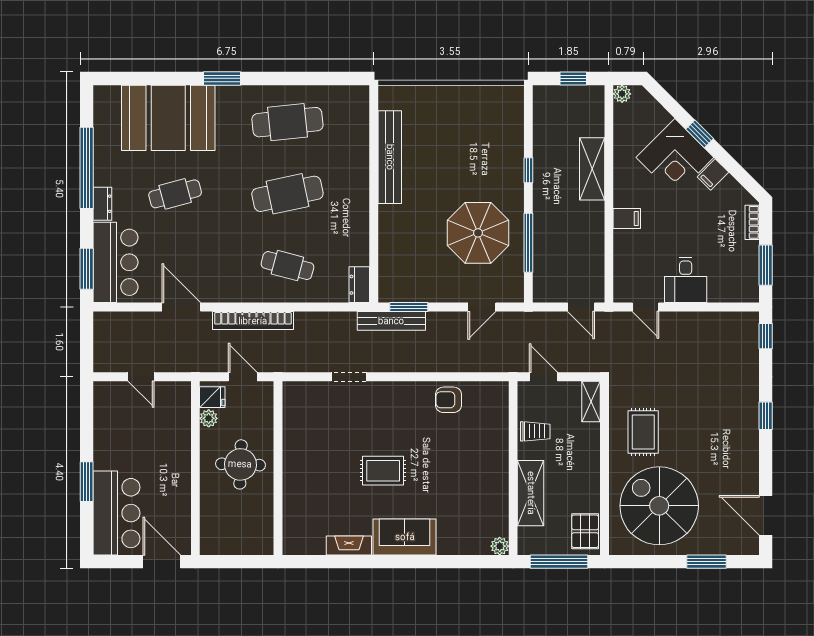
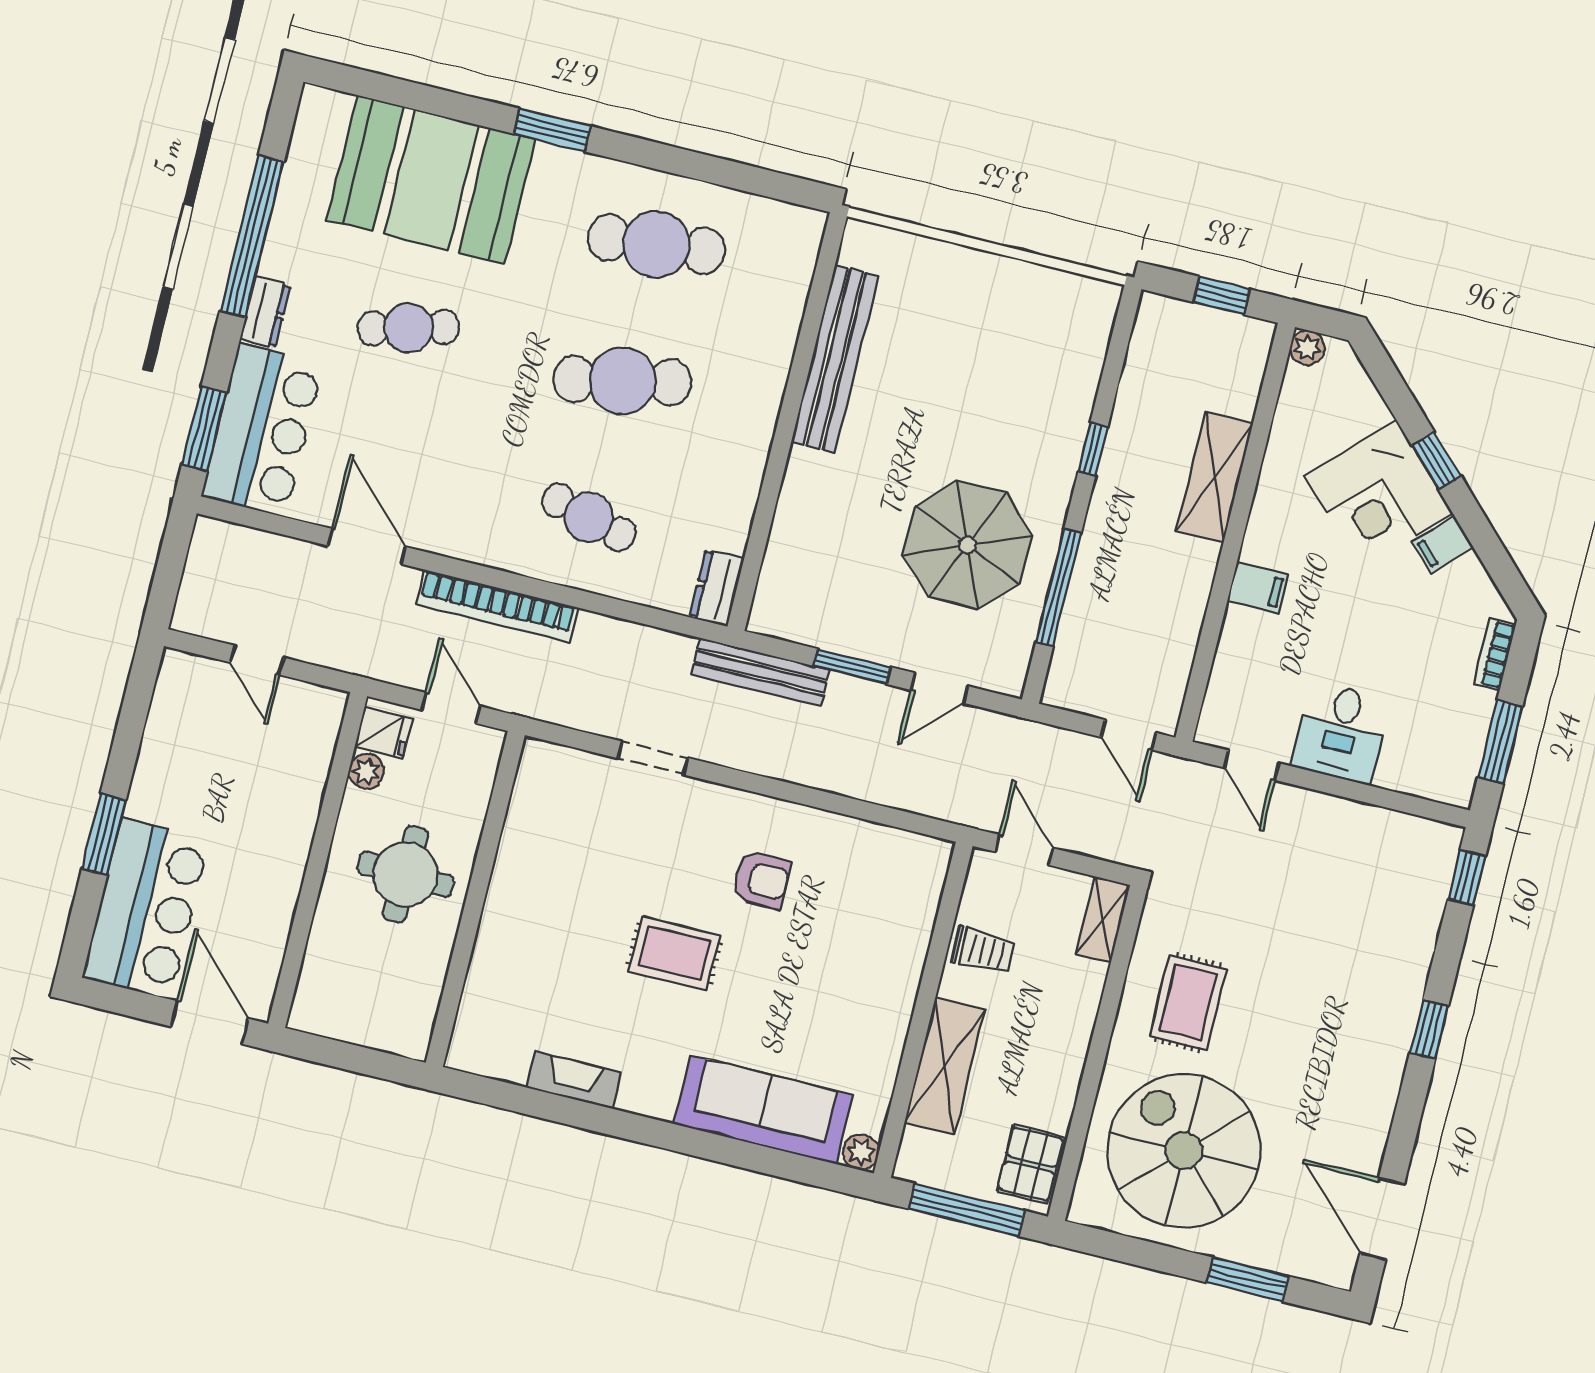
window: (409, 307) -> (852, 667), moved
armchair: (448, 400) -> (761, 880), moved, turned 180
sofa: (405, 537) -> (763, 1110), moved, width x1.36

